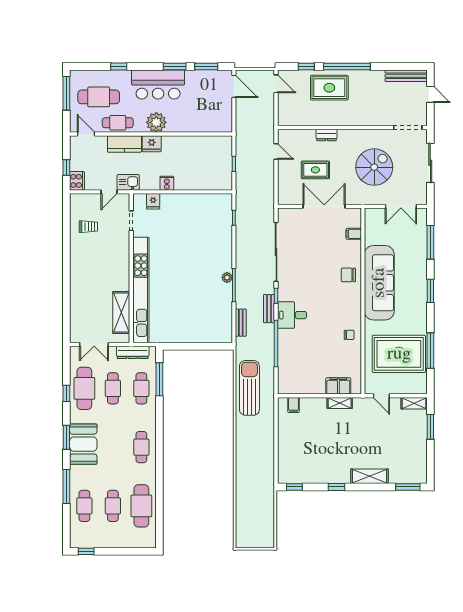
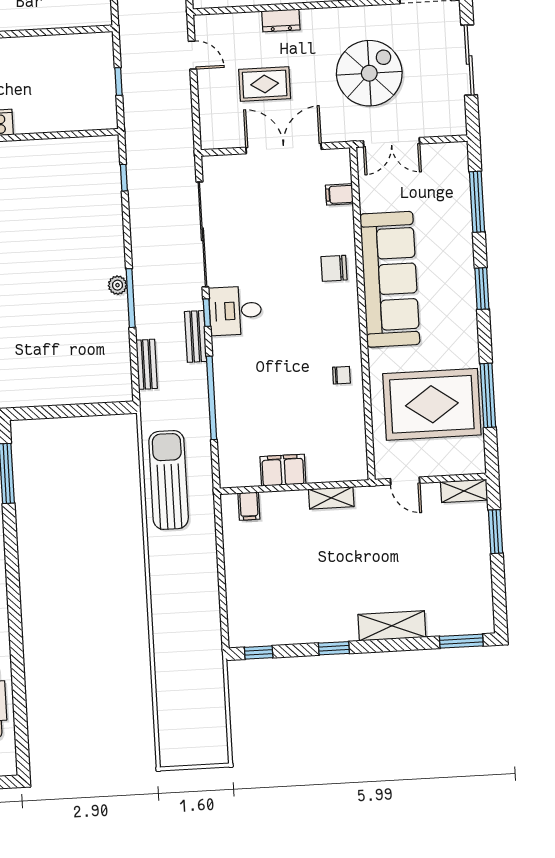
double door: (401, 206) -> (391, 142), moved
desk: (292, 315) -> (235, 311), moved
filing cabinet: (338, 386) -> (283, 470), moved

